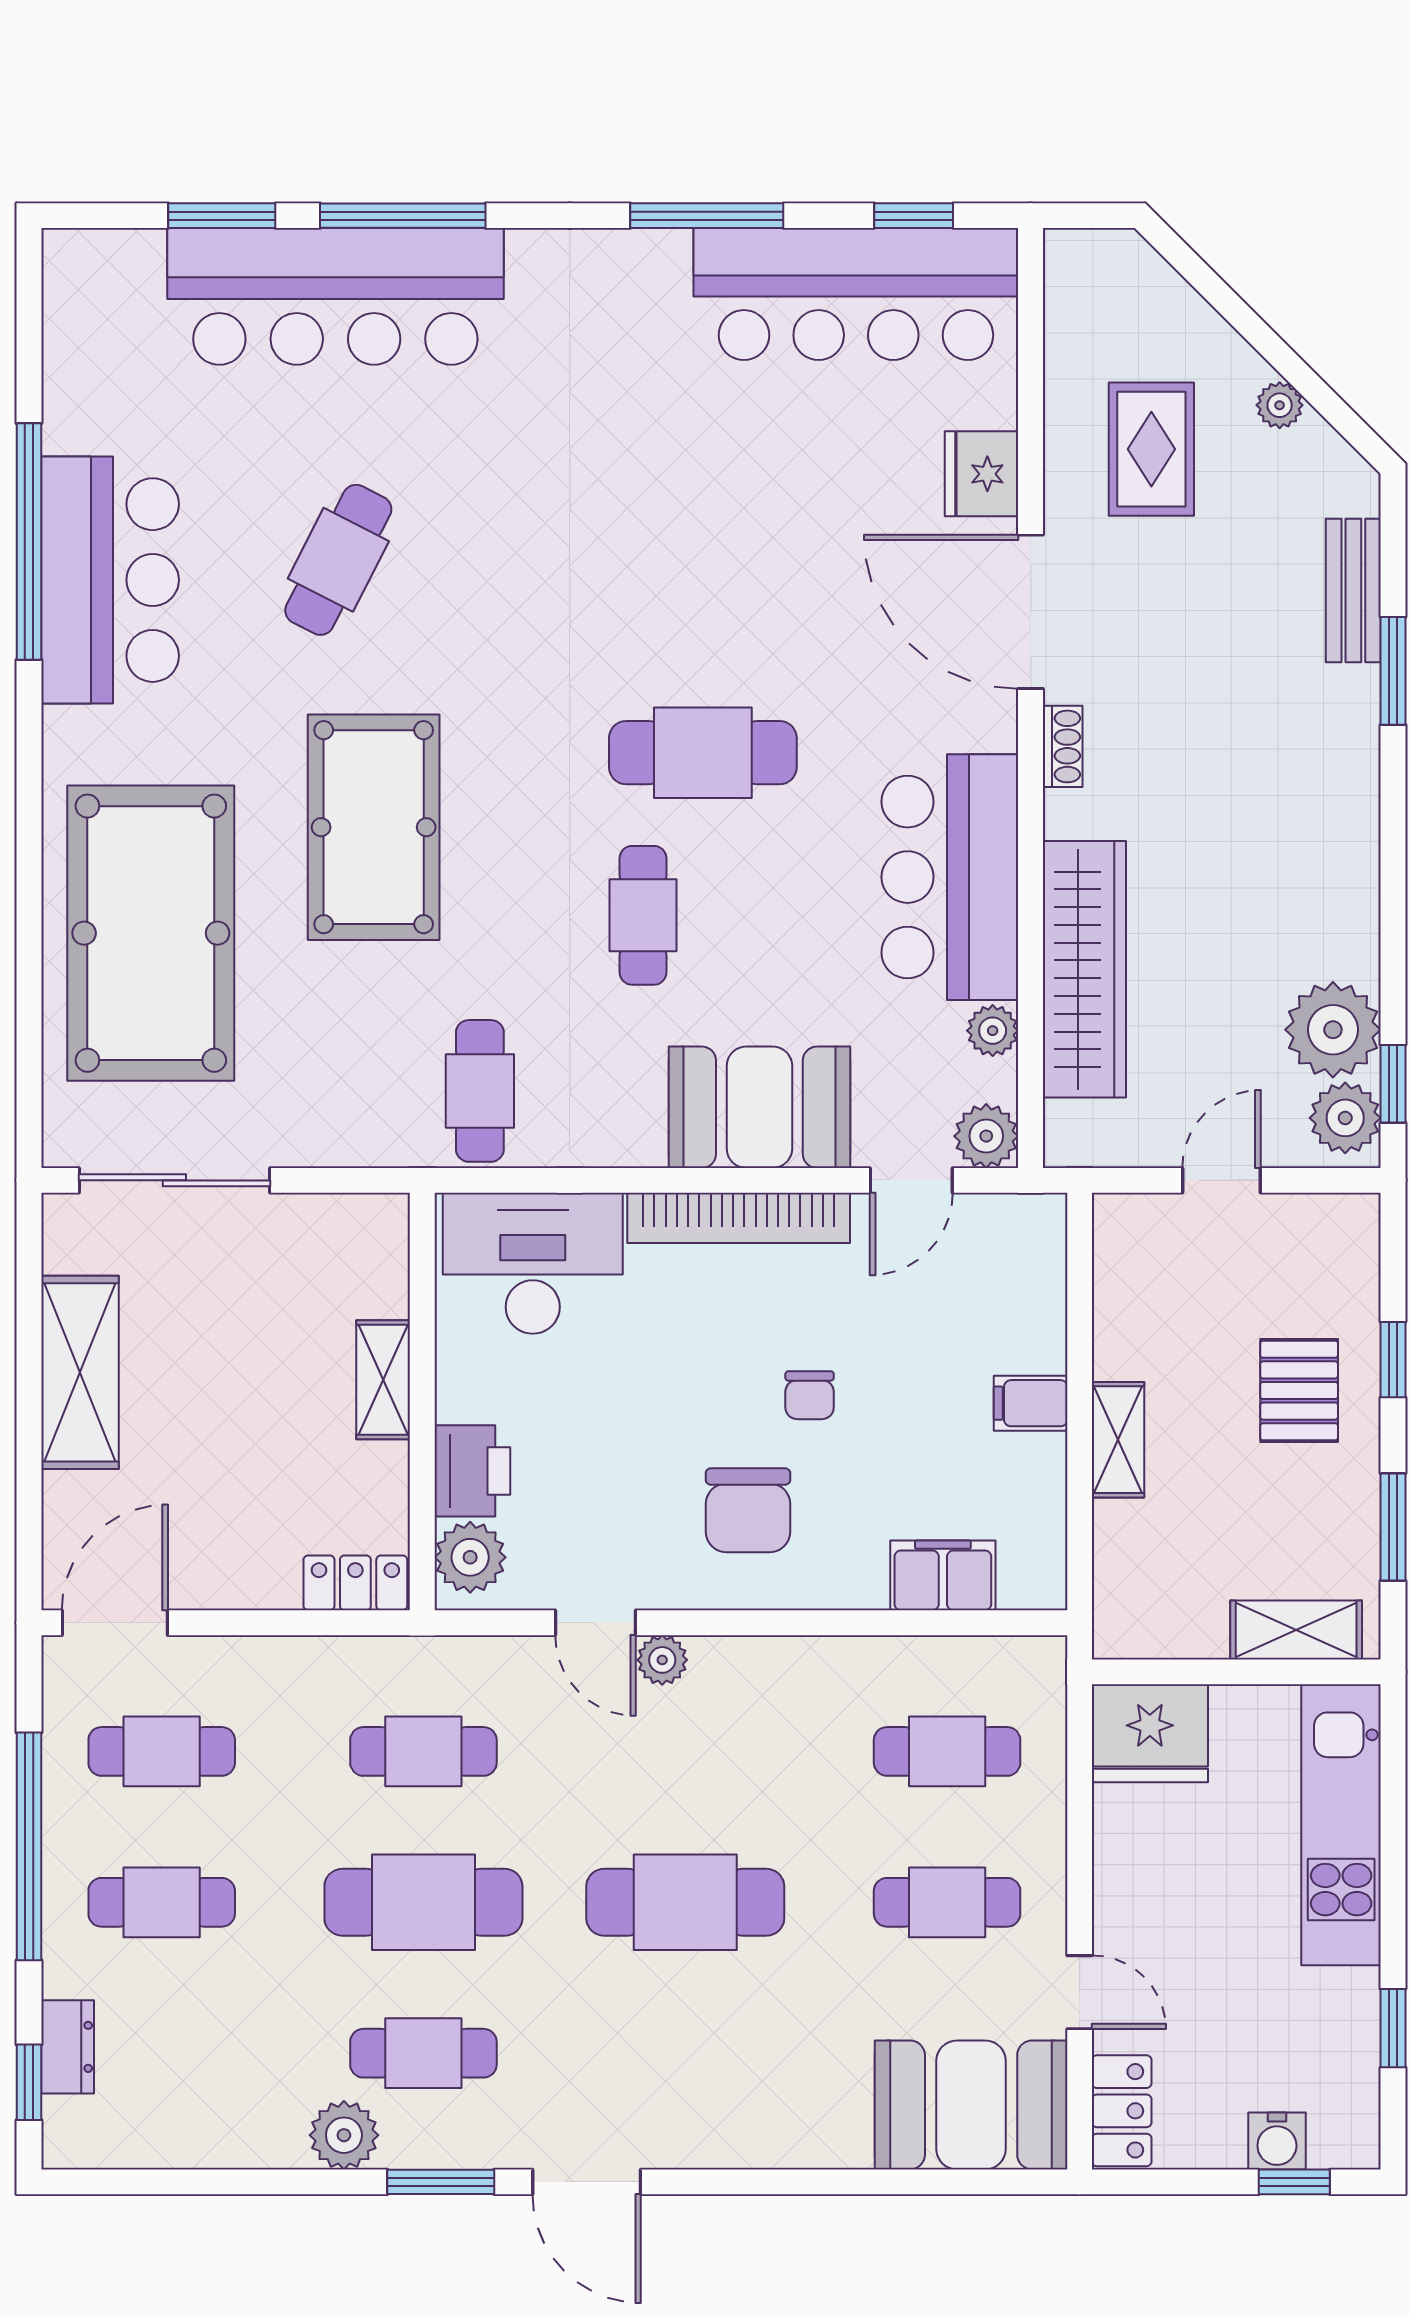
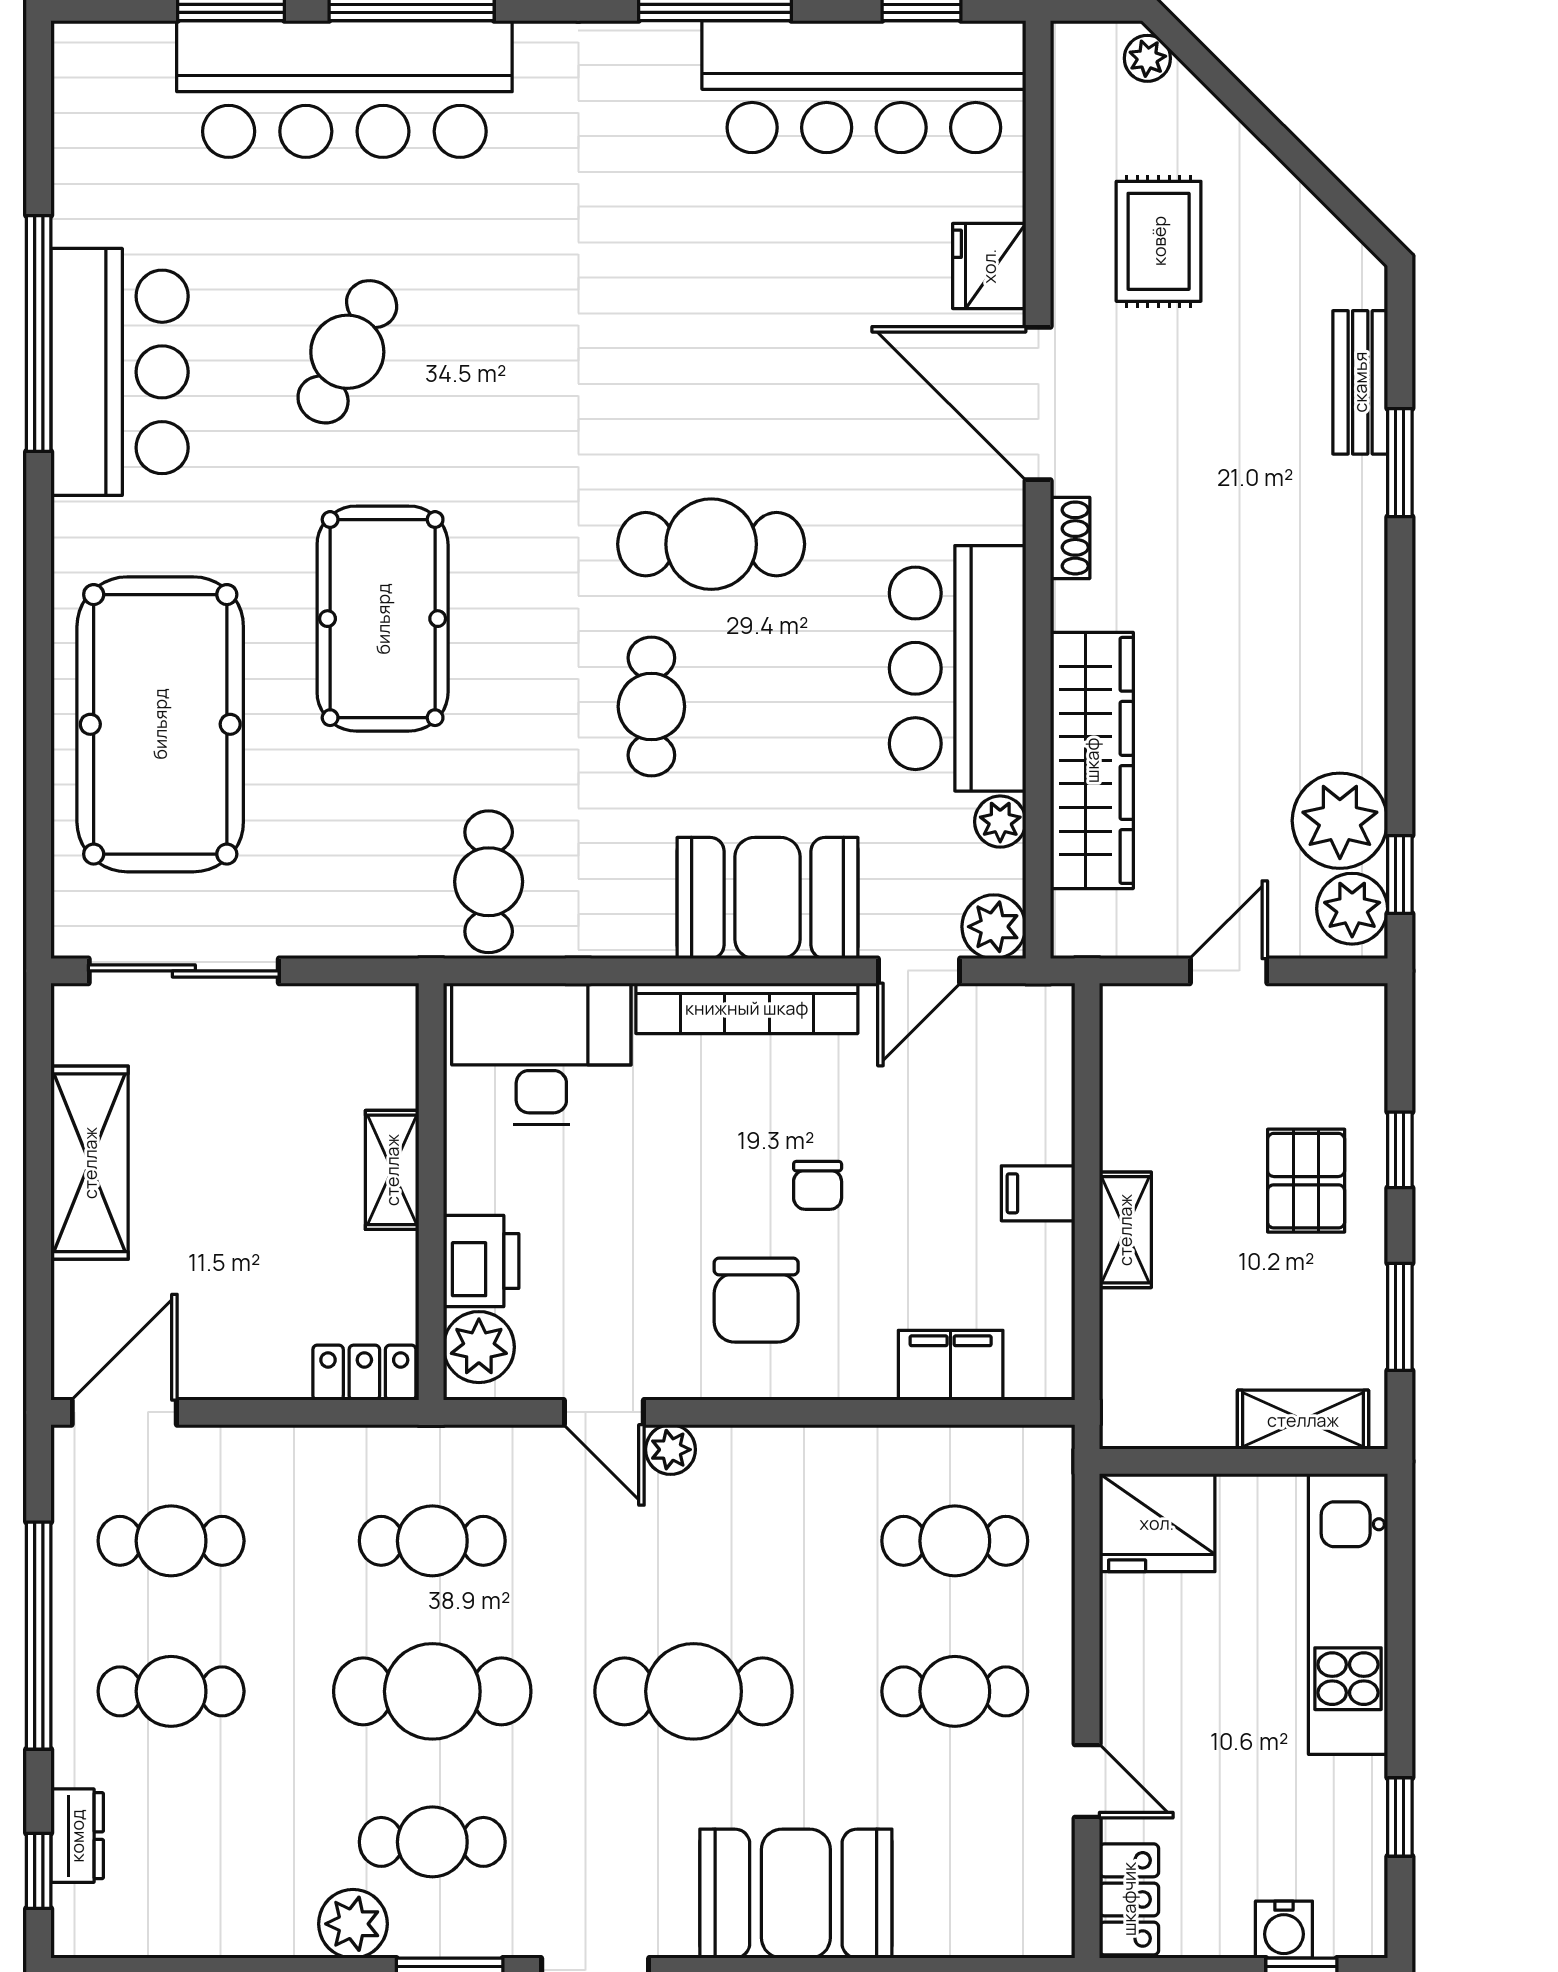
plant: (1280, 405) -> (1147, 58), moved
booth: (971, 2105) -> (796, 1894), moved

